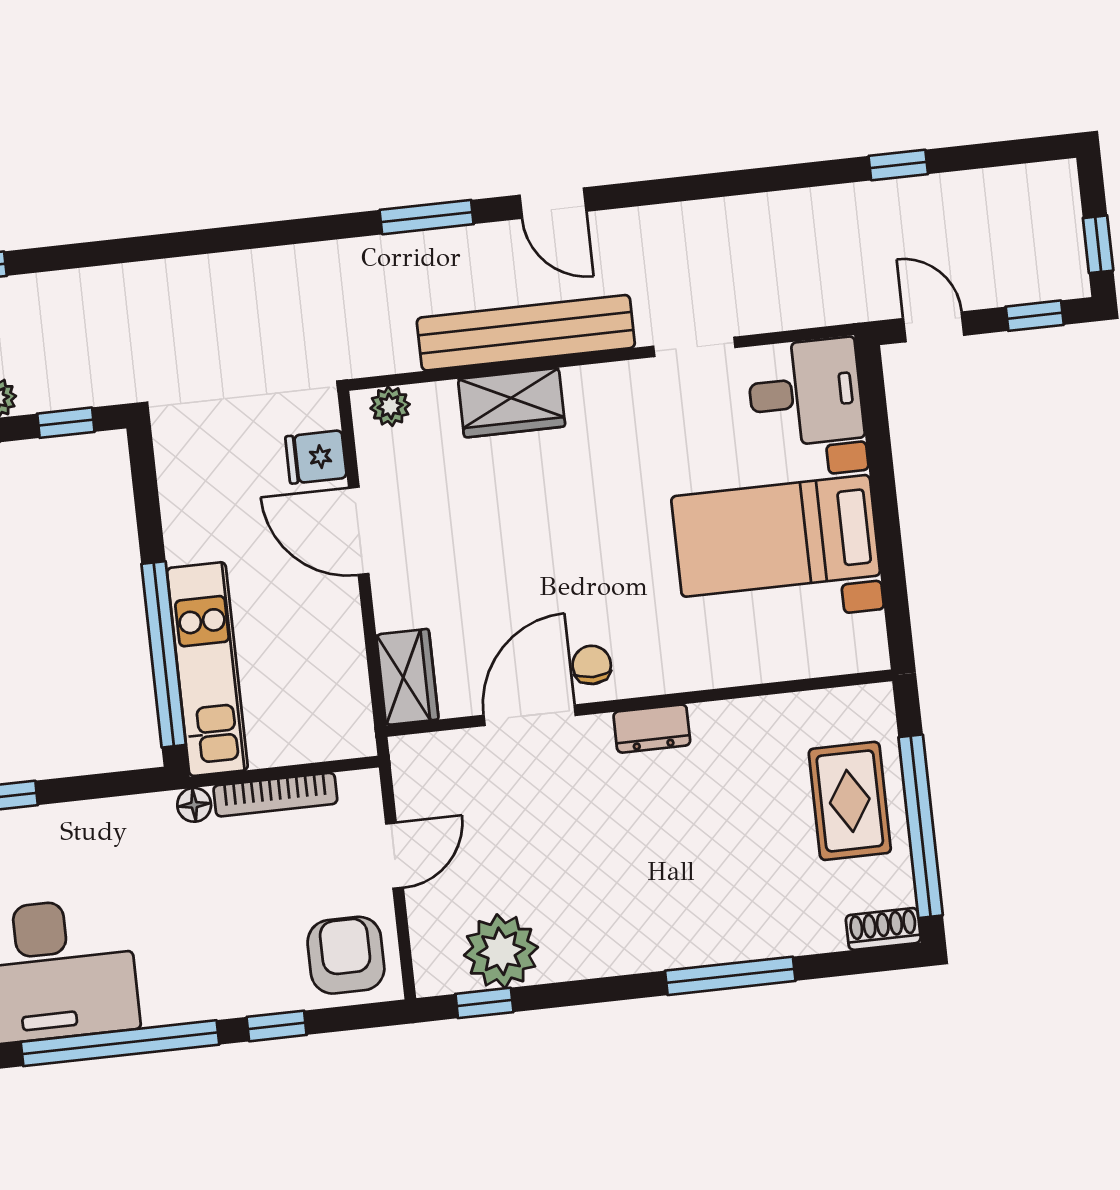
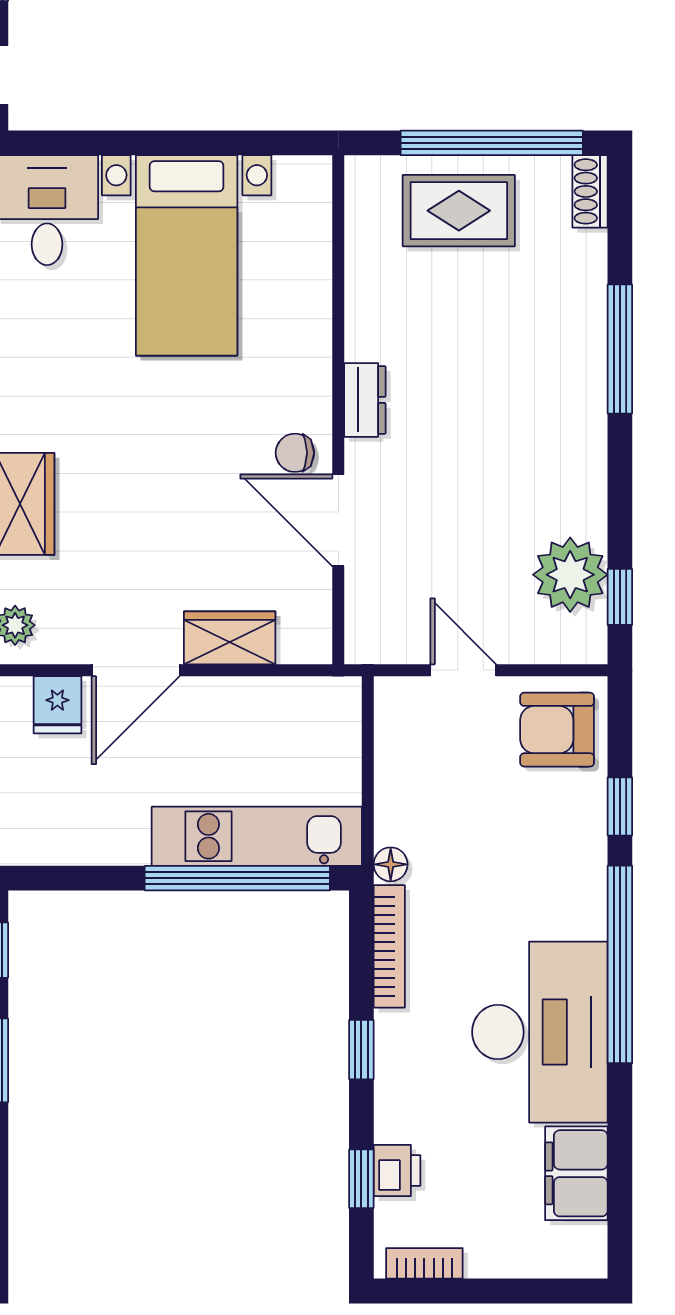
wardrobe: (407, 677) -> (230, 638), moved
bookcase: (275, 795) -> (389, 946), moved

